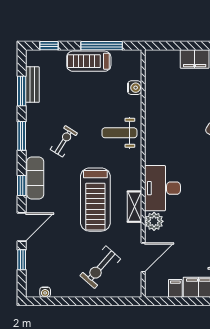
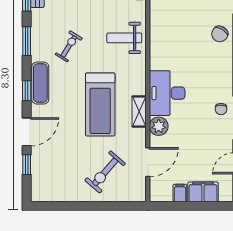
water cooler: (45, 292) -> (50, 197), removed

